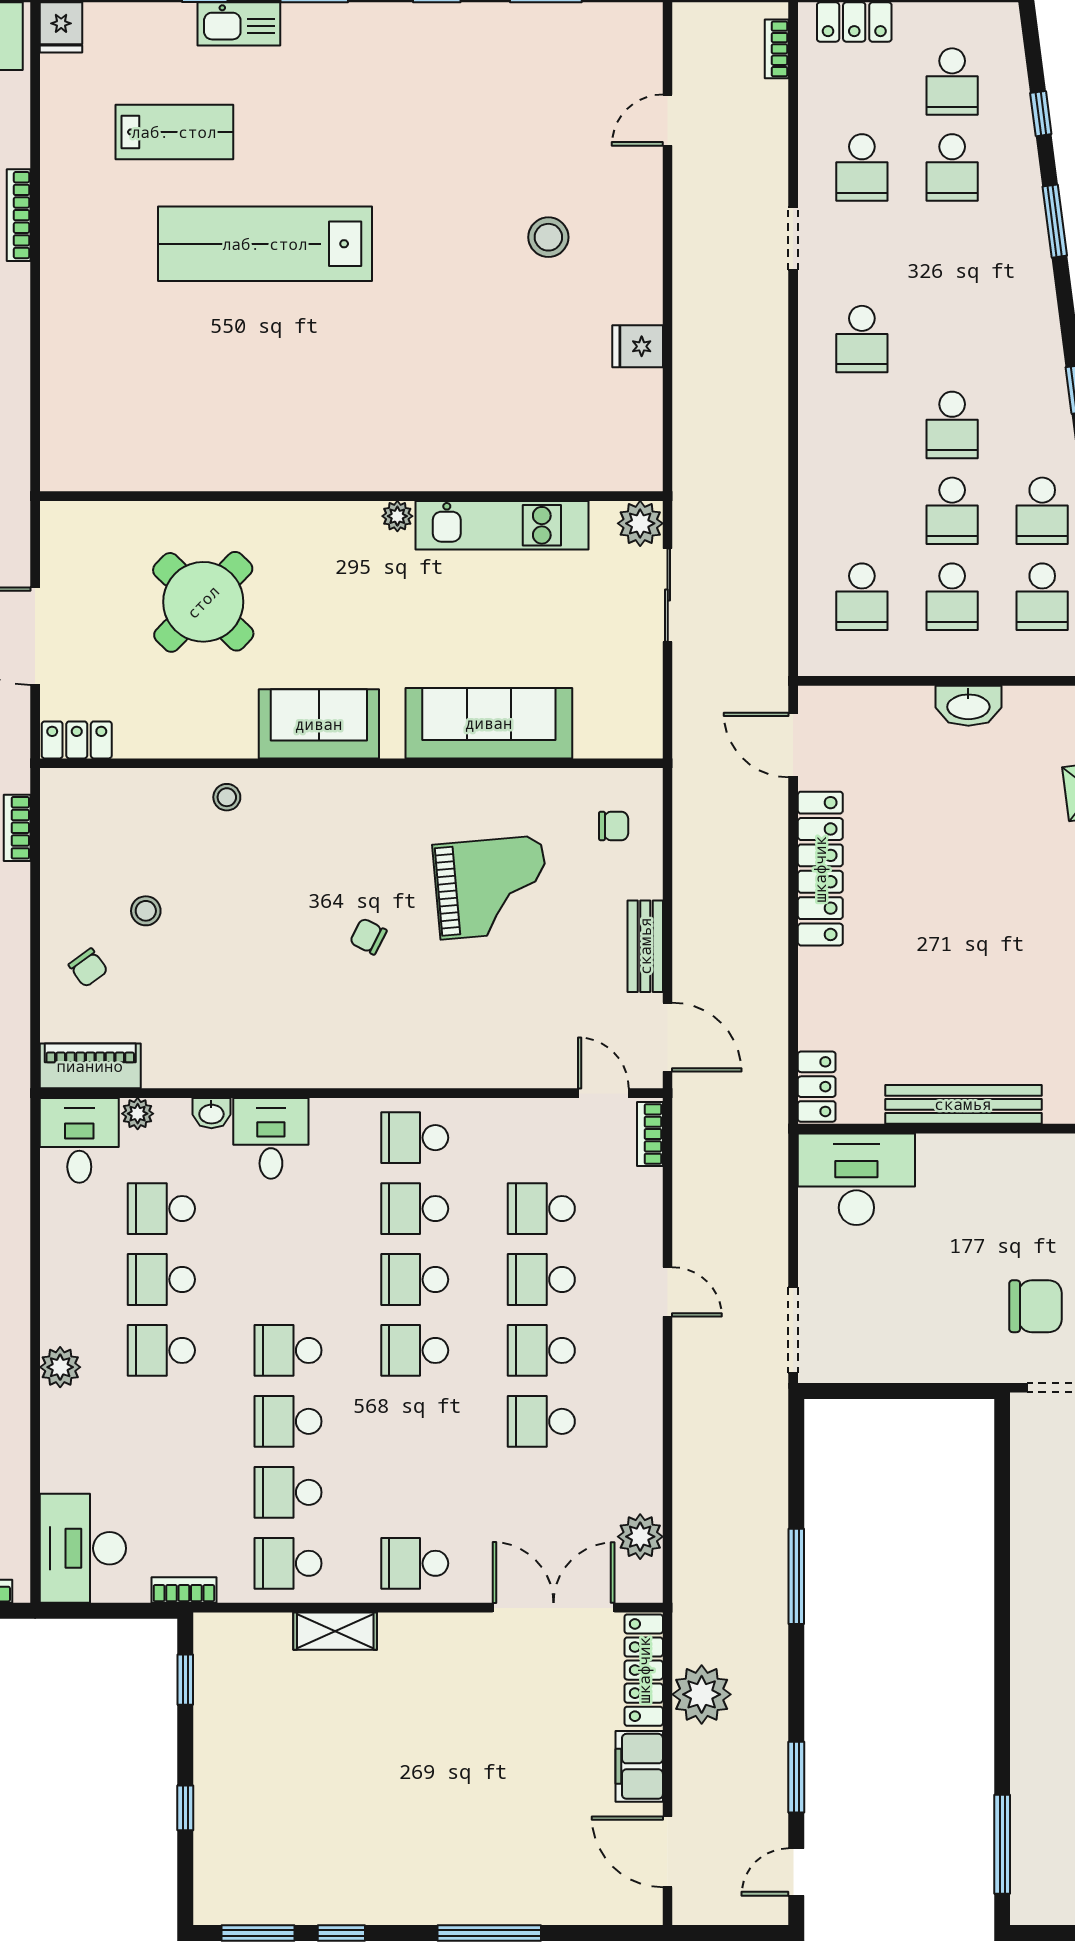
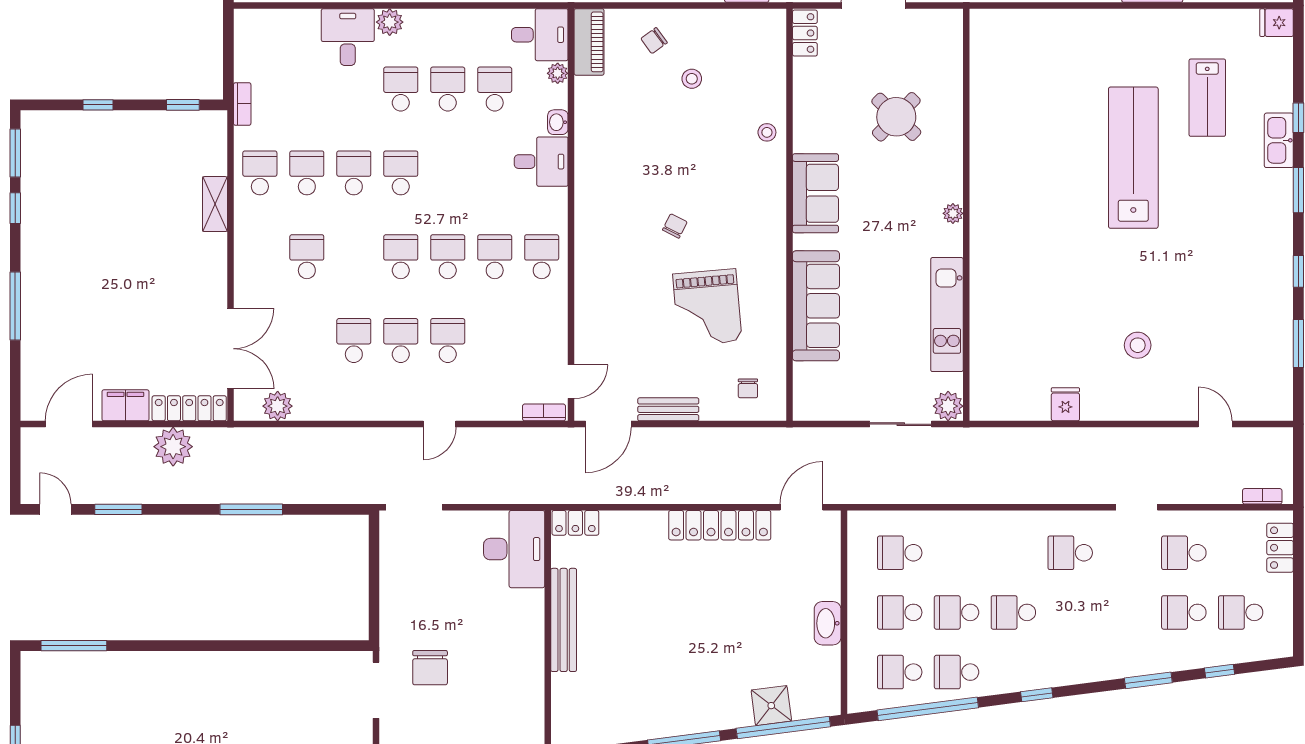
plant: (397, 516) -> (953, 213), moved
round table: (203, 602) -> (896, 117), width x0.73, depth x0.73
school desk: (541, 1209) -> (495, 341), removed
desk: (83, 1548) -> (348, 37), moved, width x0.73
school desk: (415, 1563) -> (307, 257), moved

